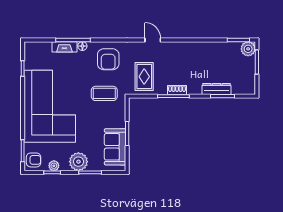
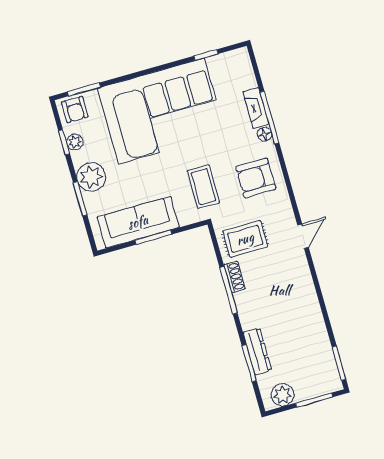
plant: (248, 49) -> (282, 395), moved
shoe rack: (177, 90) -> (235, 277), moved
sofa: (115, 147) -> (138, 222), width x1.36

